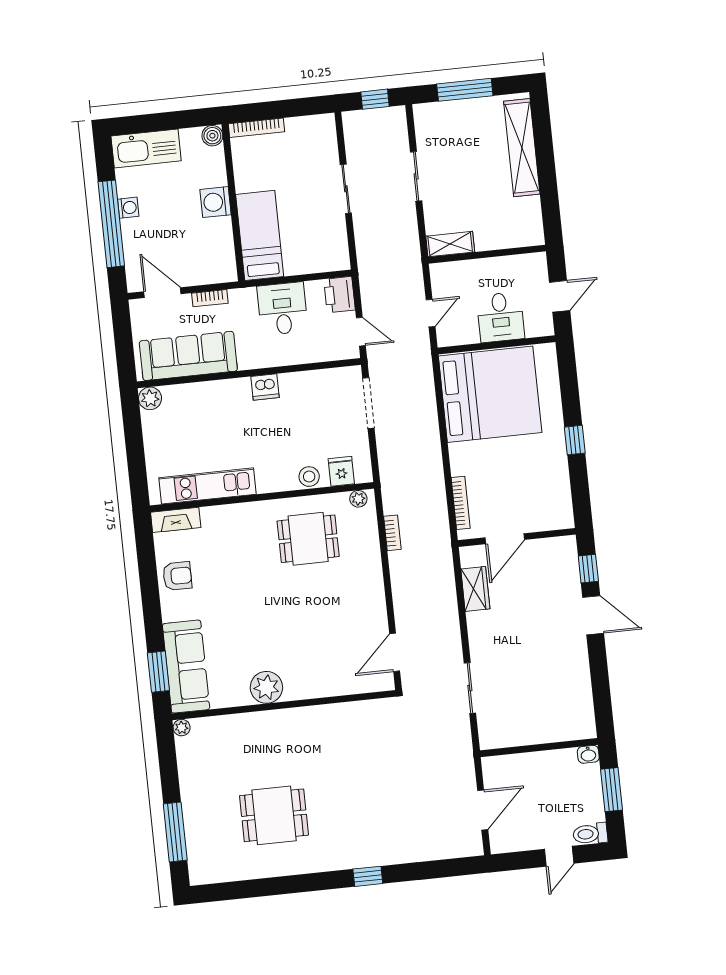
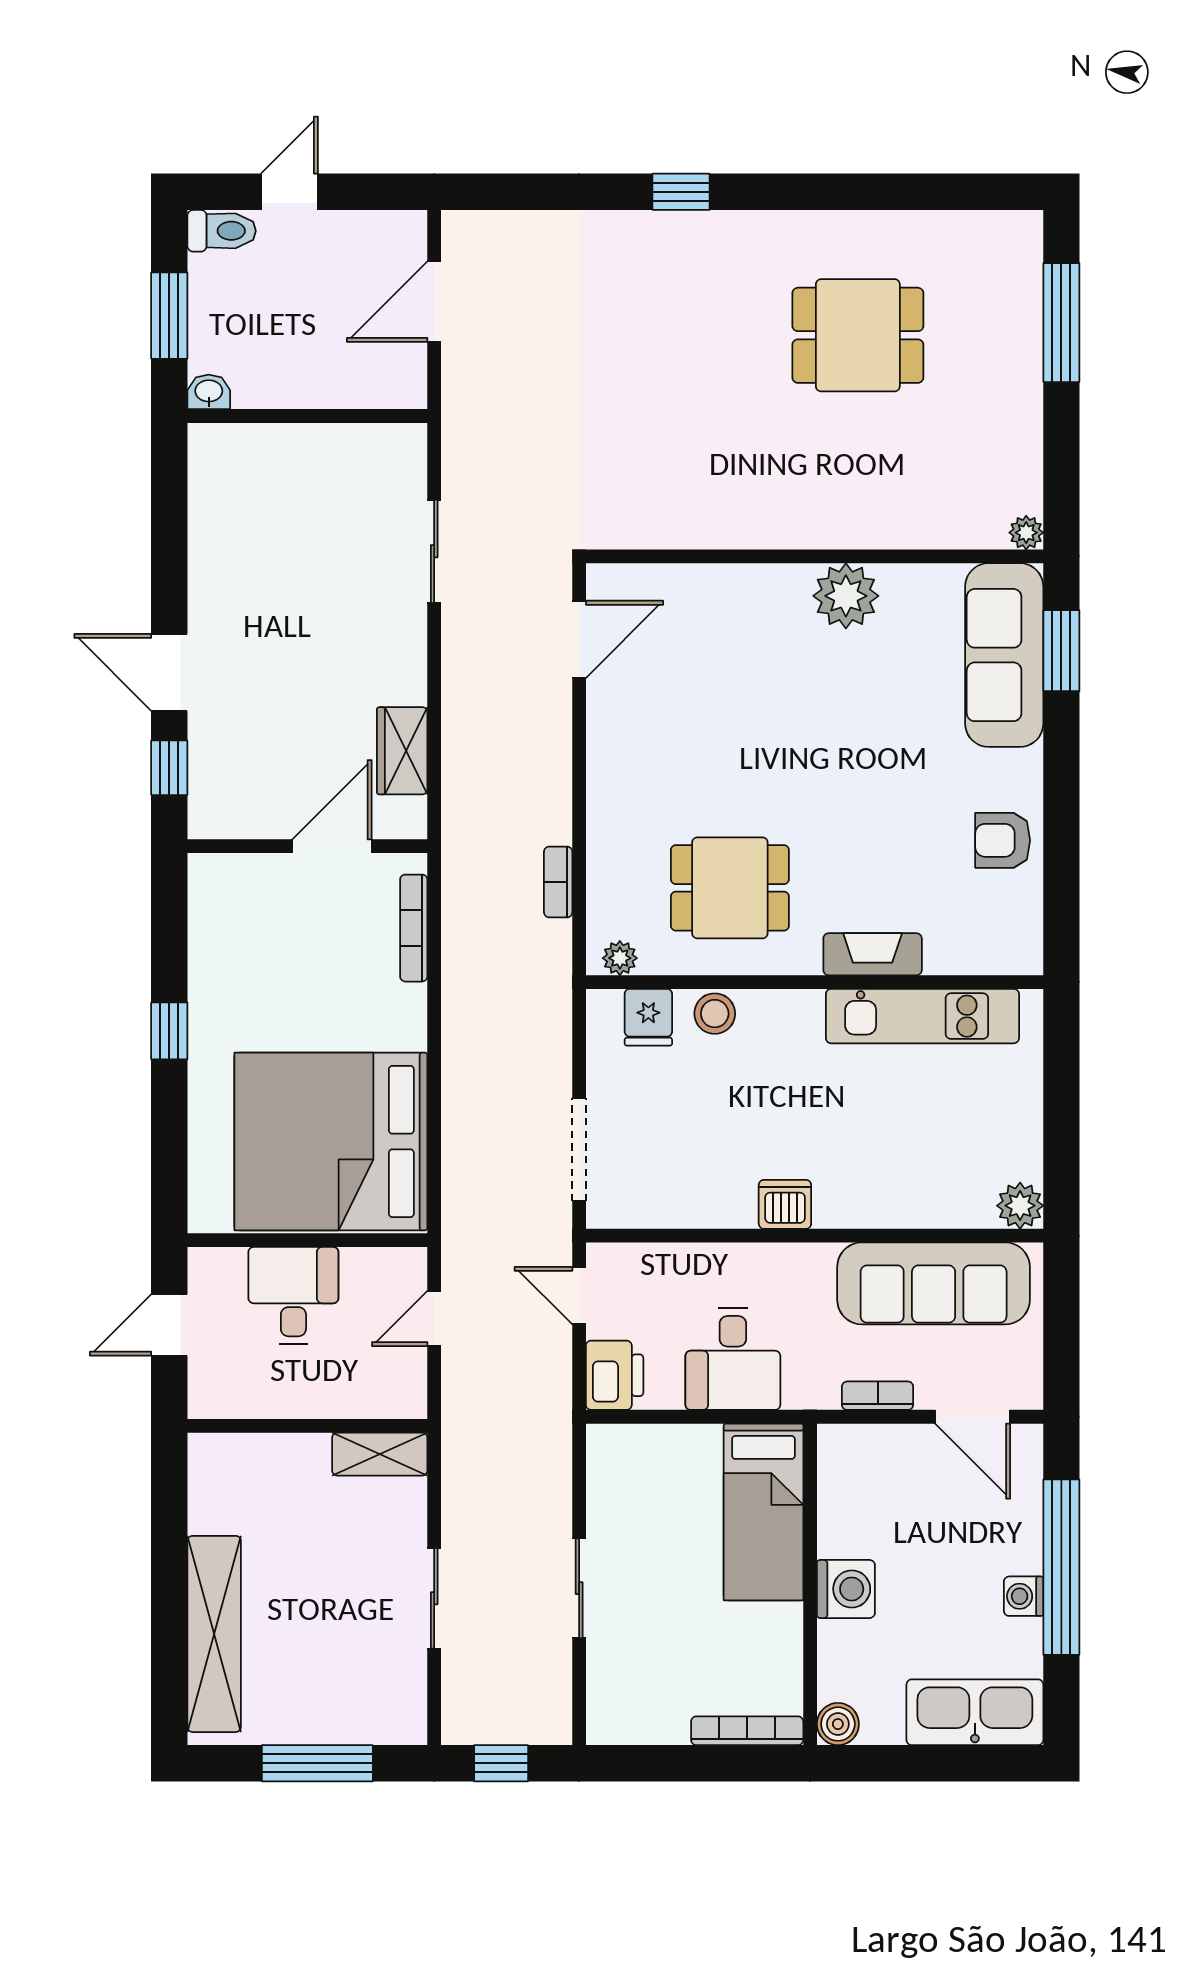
fireplace: (176, 520) -> (873, 954), moved

